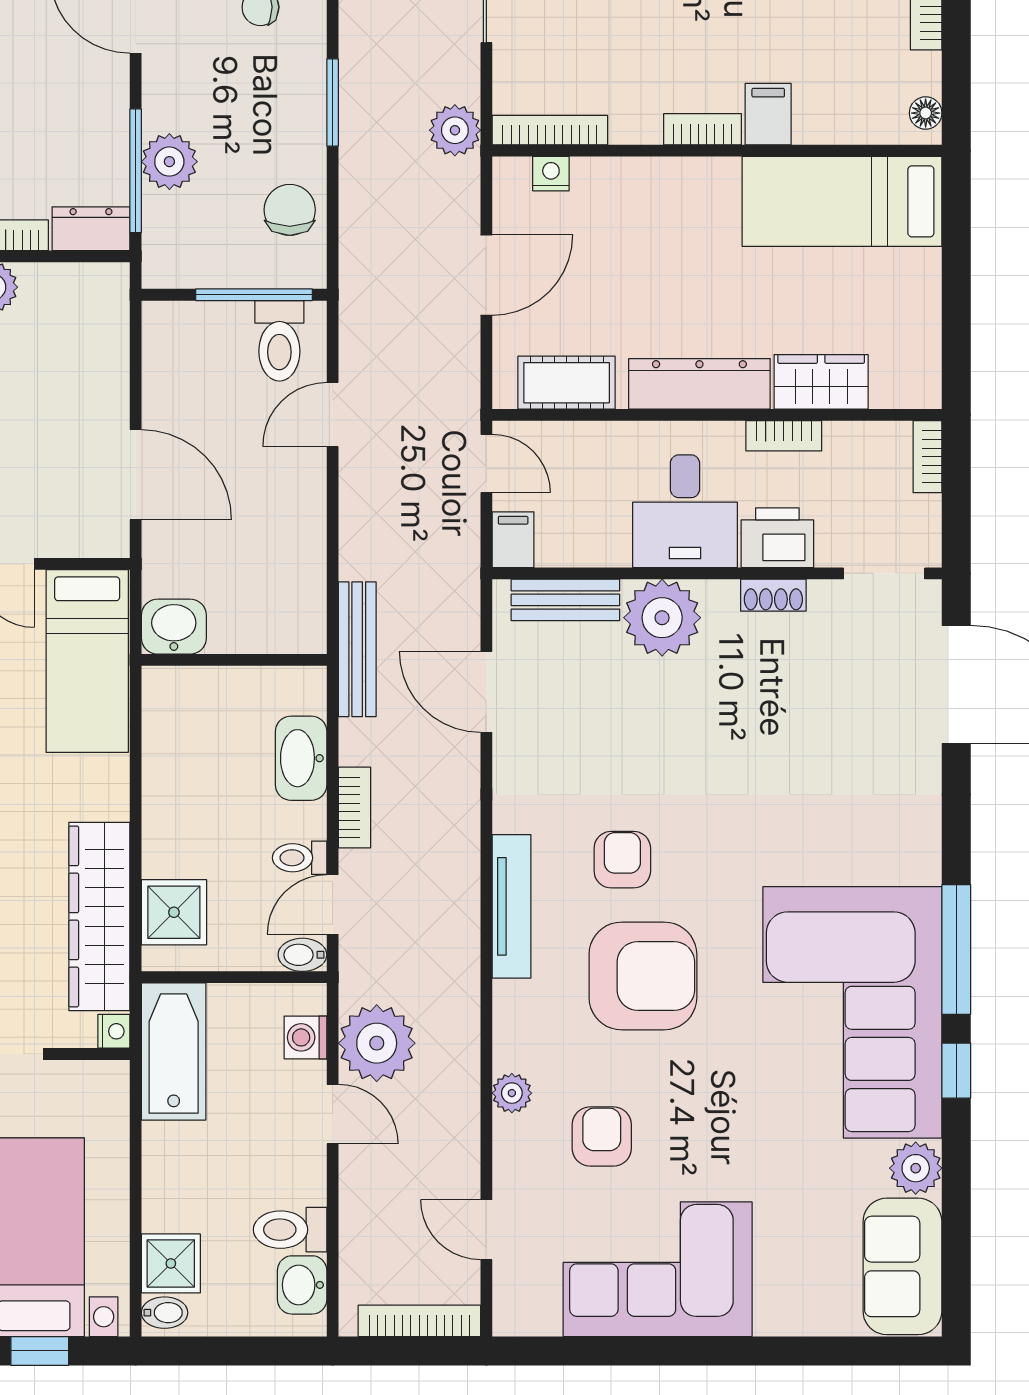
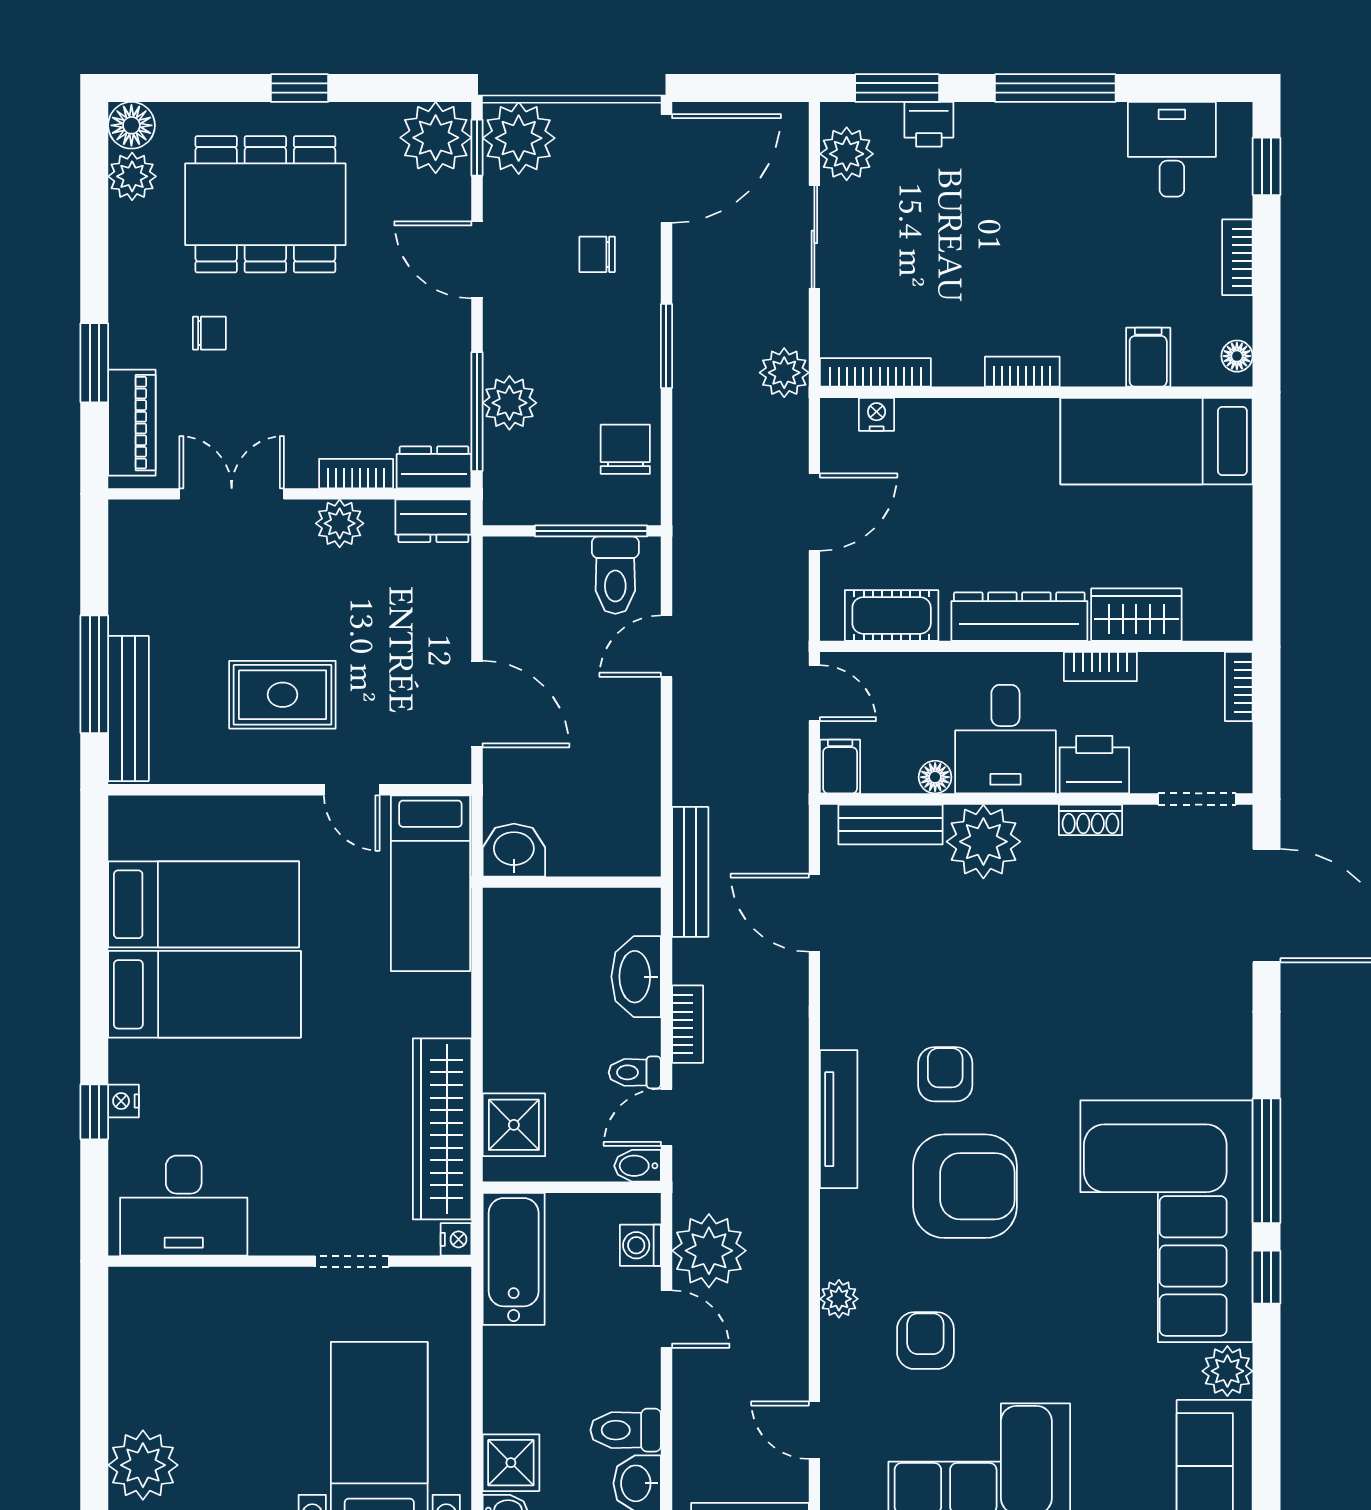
filing cabinet: (768, 114) -> (1148, 357), moved
dresser: (90, 284) -> (433, 521), added
floor lamp: (612, 551) -> (935, 777), added

